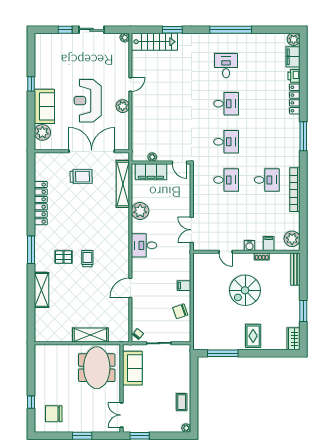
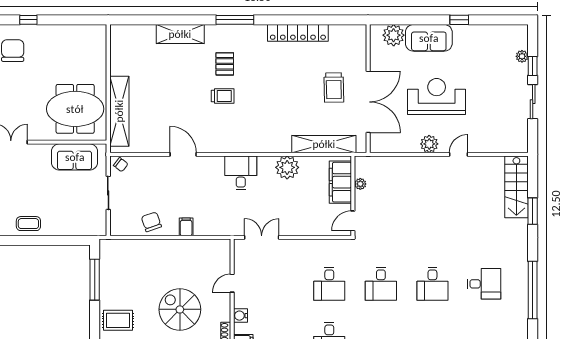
plant: (125, 38) -> (522, 56), moved
door: (130, 84) -> (458, 154), swing flipped
shelving: (90, 335) -> (119, 111), width x1.47

